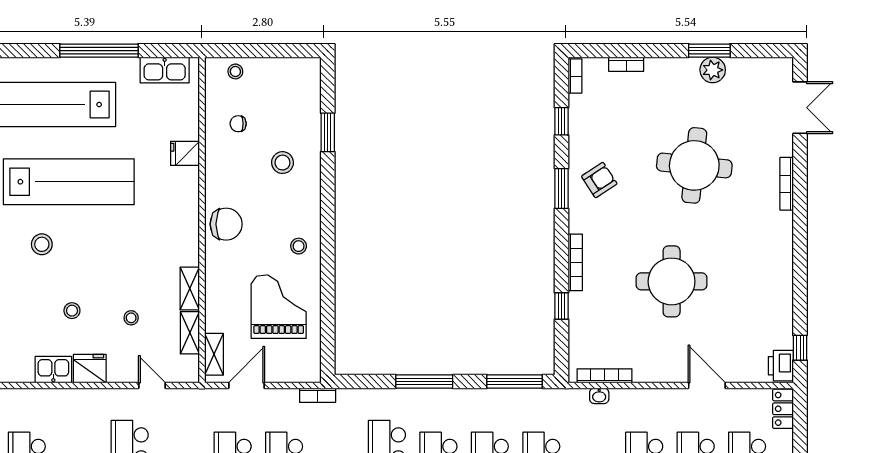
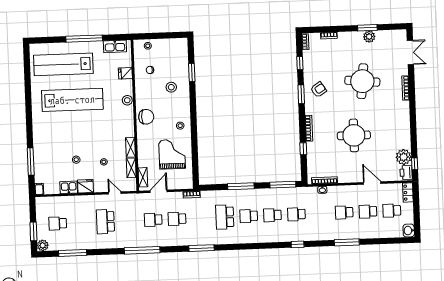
fridge: (185, 153) -> (125, 73), moved
stool: (42, 244) -> (127, 100), moved
plant: (777, 332) -> (404, 157), added

